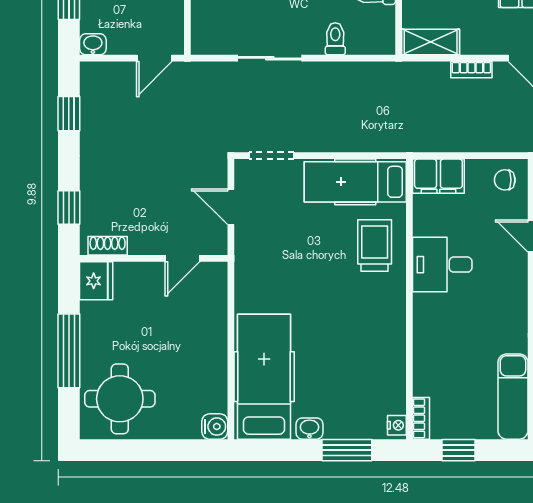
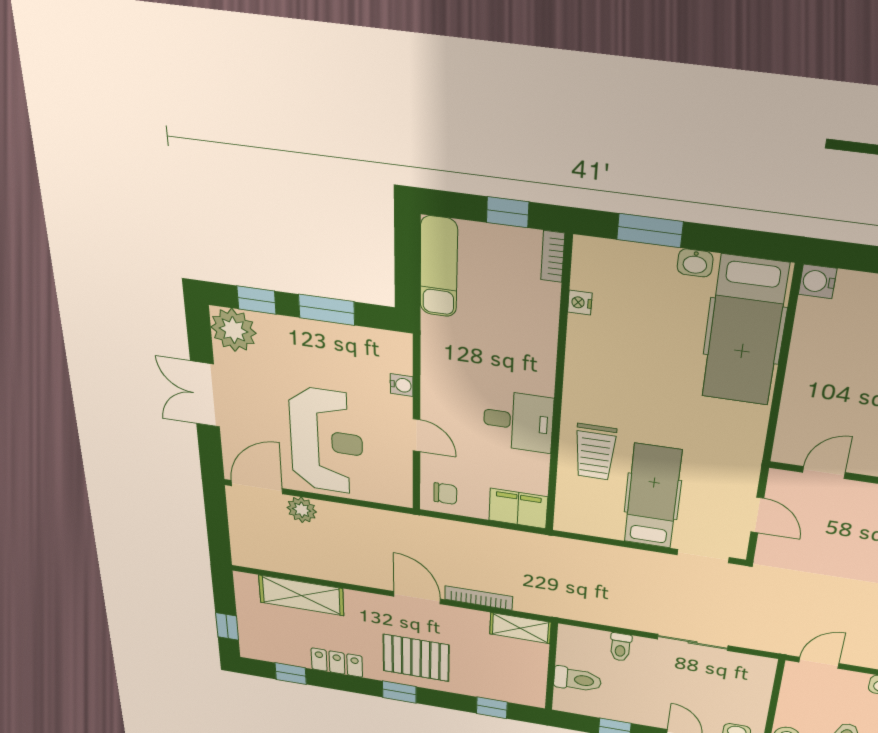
bookcase: (471, 70) -> (479, 598), width x1.56
hospital bed: (355, 182) -> (653, 496), moved, turned -90
nightstand: (397, 425) -> (580, 303), moved

